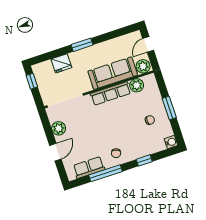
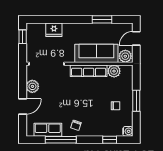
window: (82, 45) -> (102, 19), moved
window: (144, 160) -> (110, 140), moved

